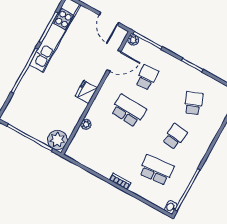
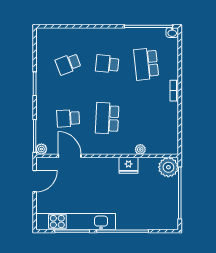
fridge: (86, 92) -> (128, 165), moved

